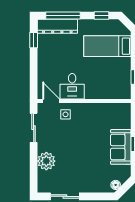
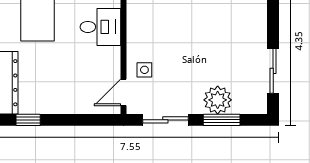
desk: (72, 86) -> (100, 27), moved
window: (34, 164) -> (222, 120), added

